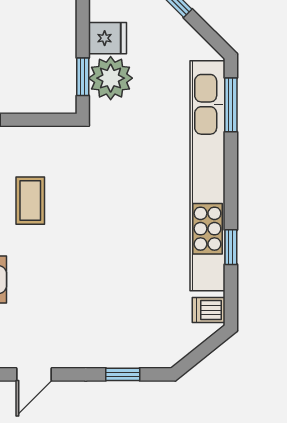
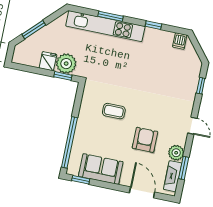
window: (231, 105) -> (110, 16), moved
kitchen unit: (207, 176) -> (105, 26), width x0.73

